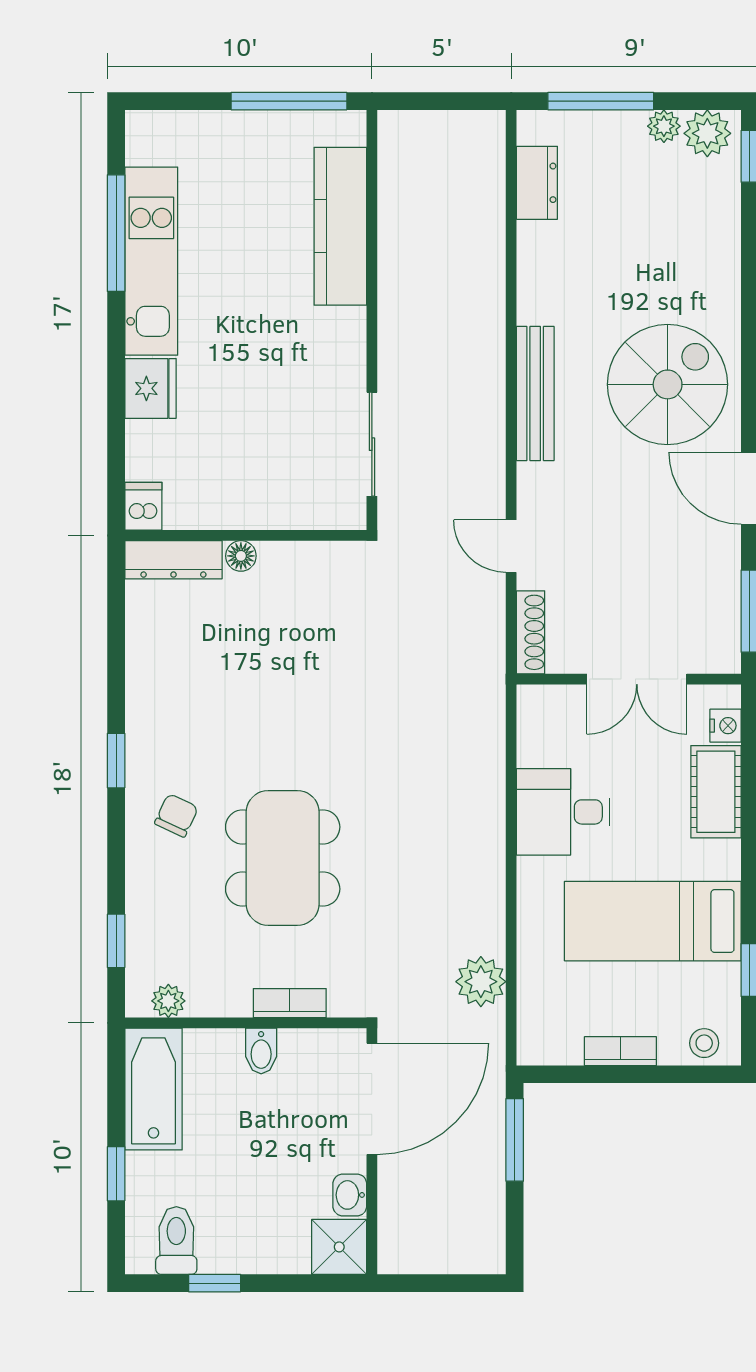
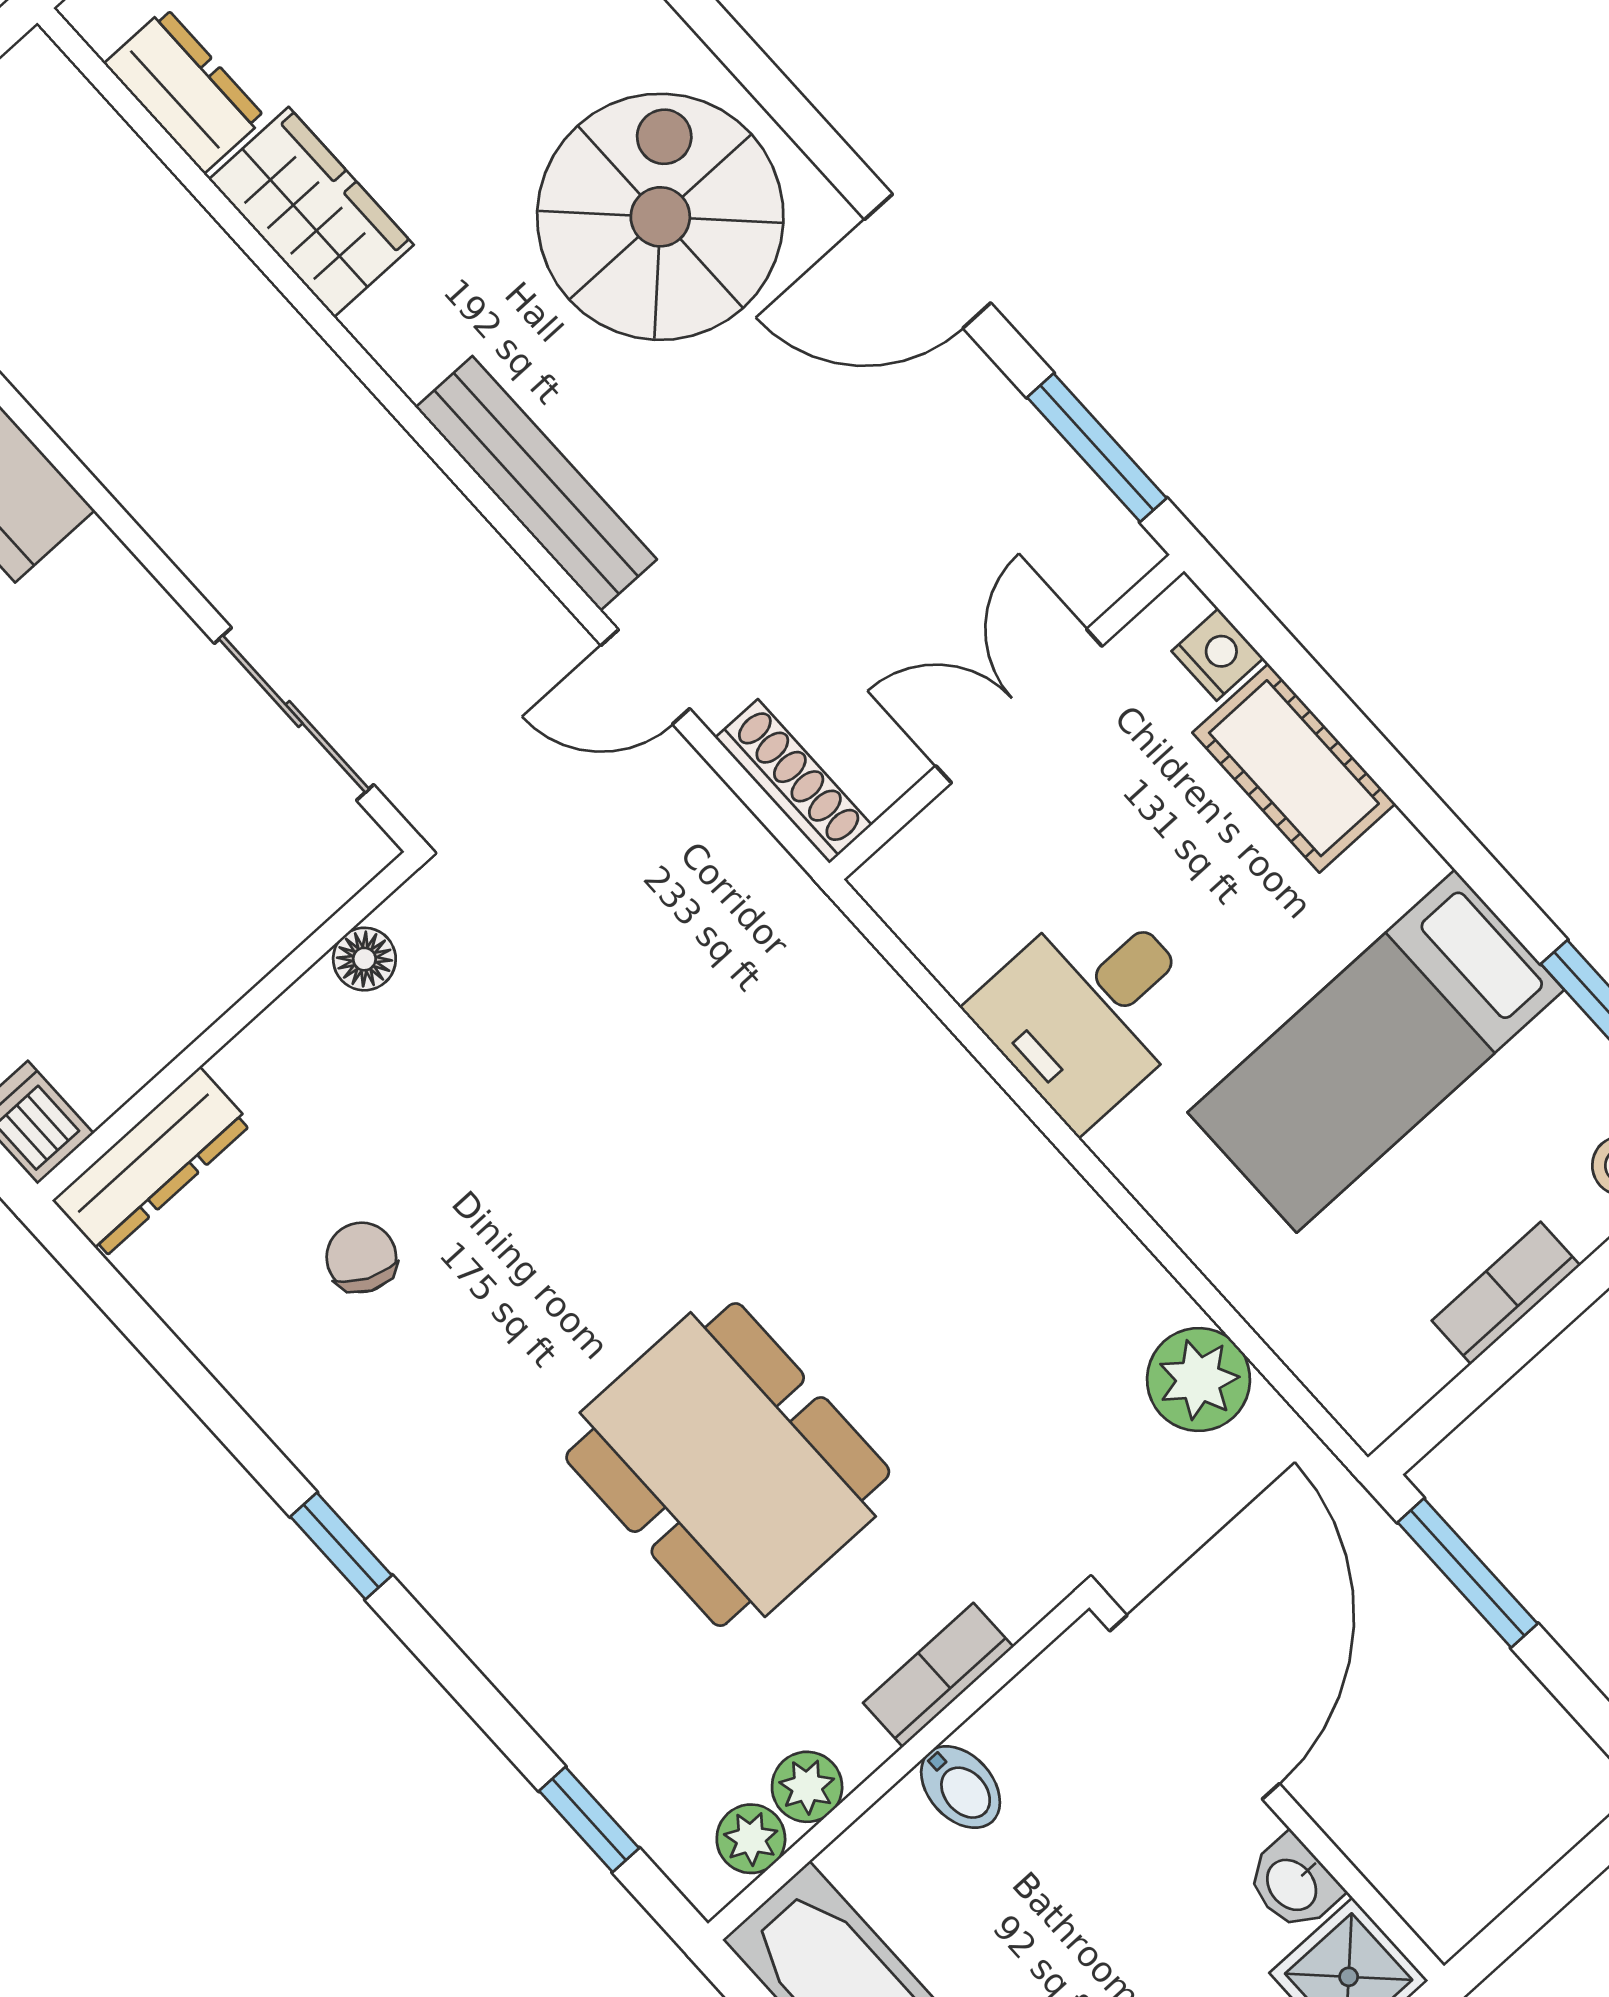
wardrobe: (543, 268) -> (311, 212), added
bench: (535, 394) -> (536, 483), moved
floor lamp: (241, 556) -> (364, 959), moved
double door: (637, 679) -> (1019, 706), swing flipped
chair: (176, 815) -> (361, 1257), moved
plant: (206, 1001) -> (807, 1787), added

